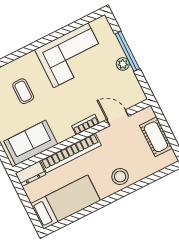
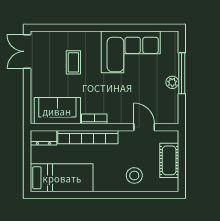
bookcase: (85, 125) -> (94, 119), moved
stool: (120, 177) -> (134, 175), moved

